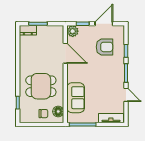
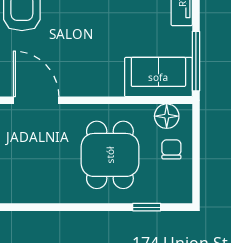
door: (65, 53) -> (36, 100), hinge flipped
sofa: (76, 98) -> (158, 77), moved

